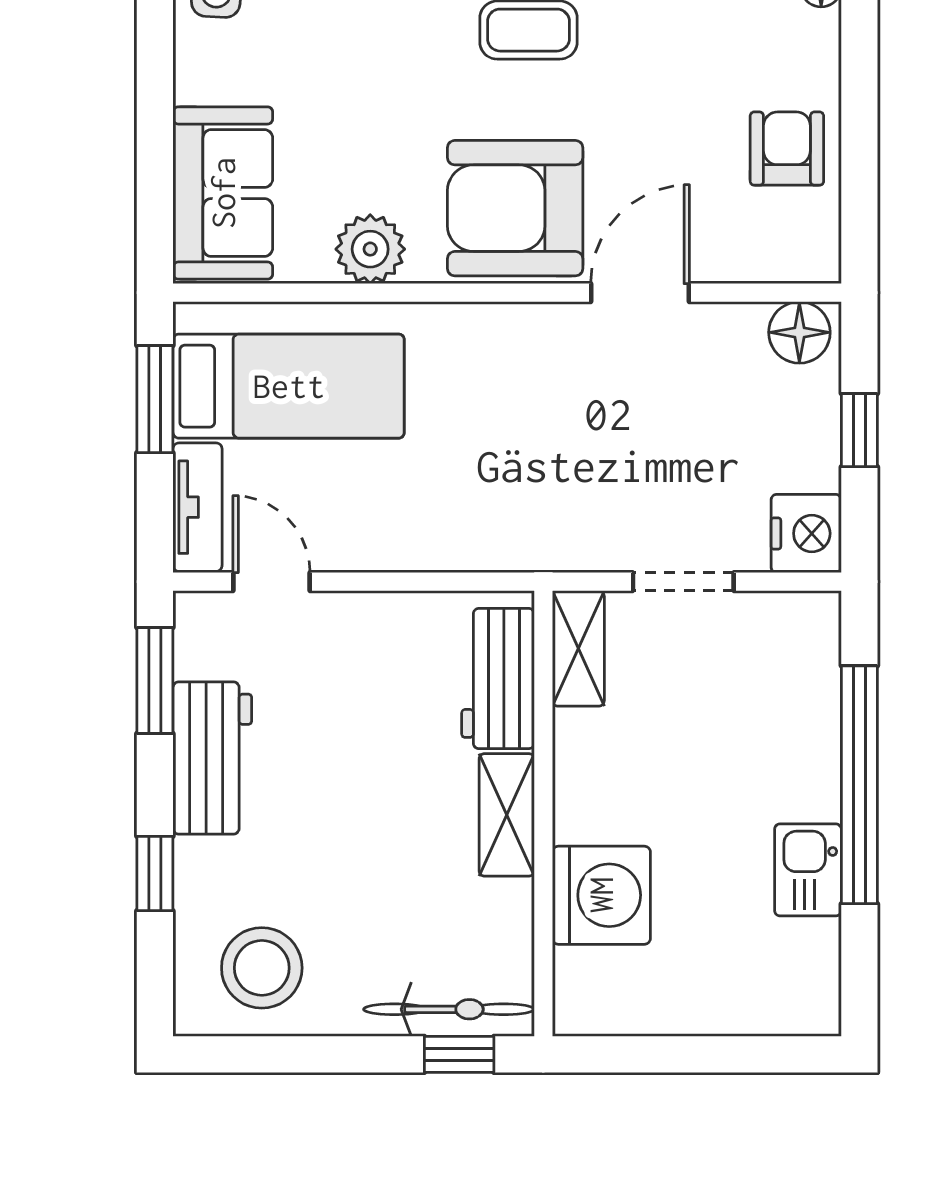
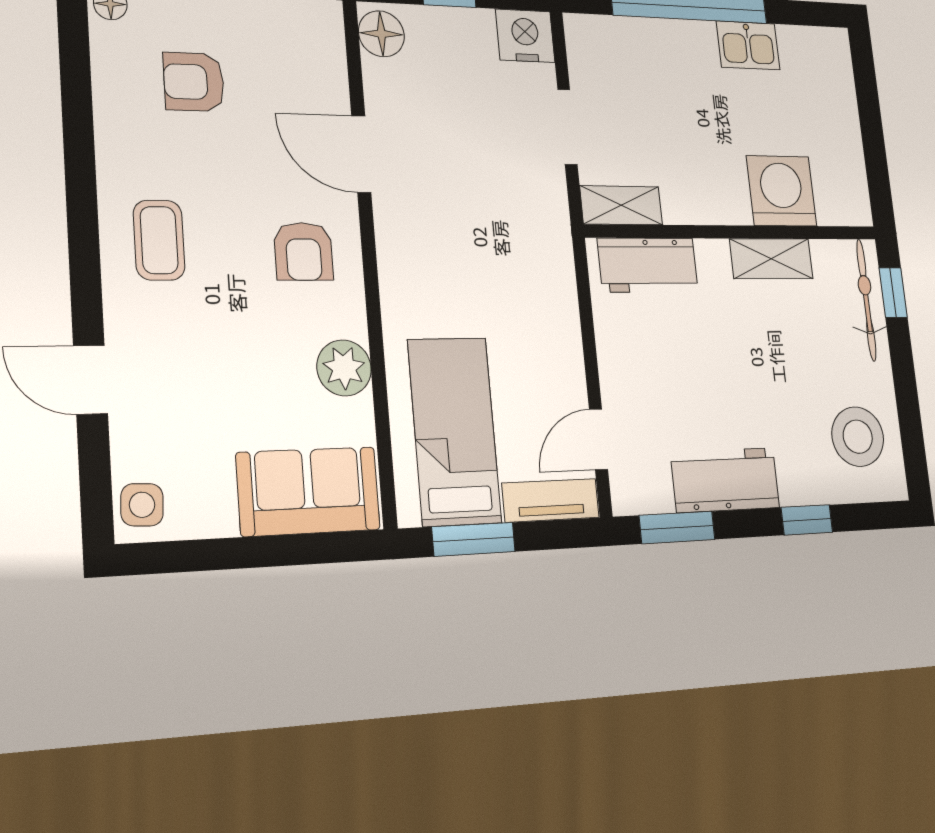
armchair: (787, 149) -> (194, 82), moved
armchair: (515, 208) -> (303, 251), width x0.53, depth x0.53
shelving: (507, 815) -> (771, 259), moved

